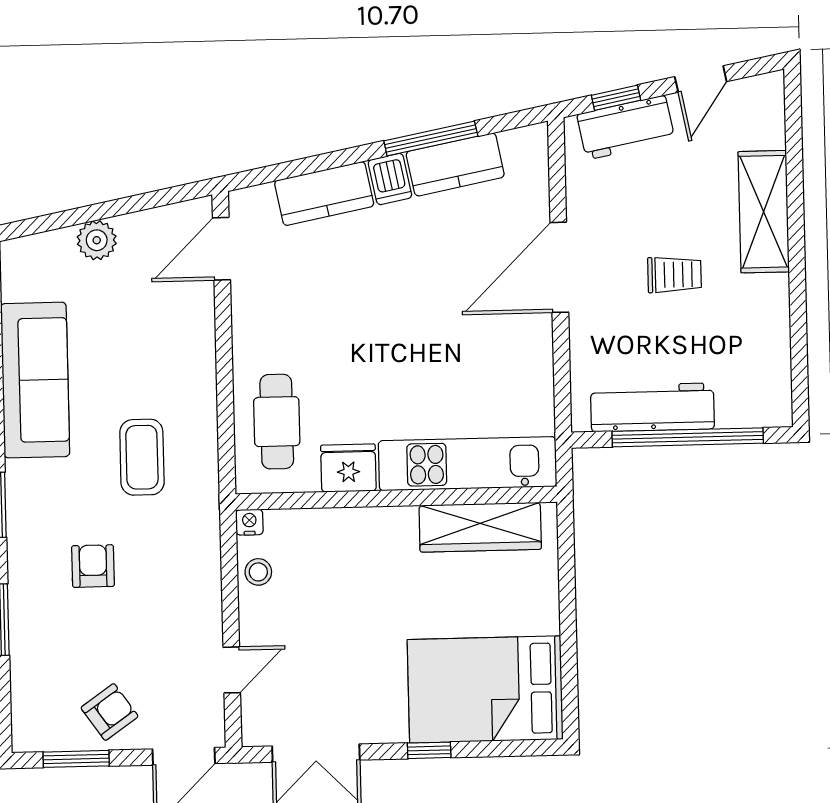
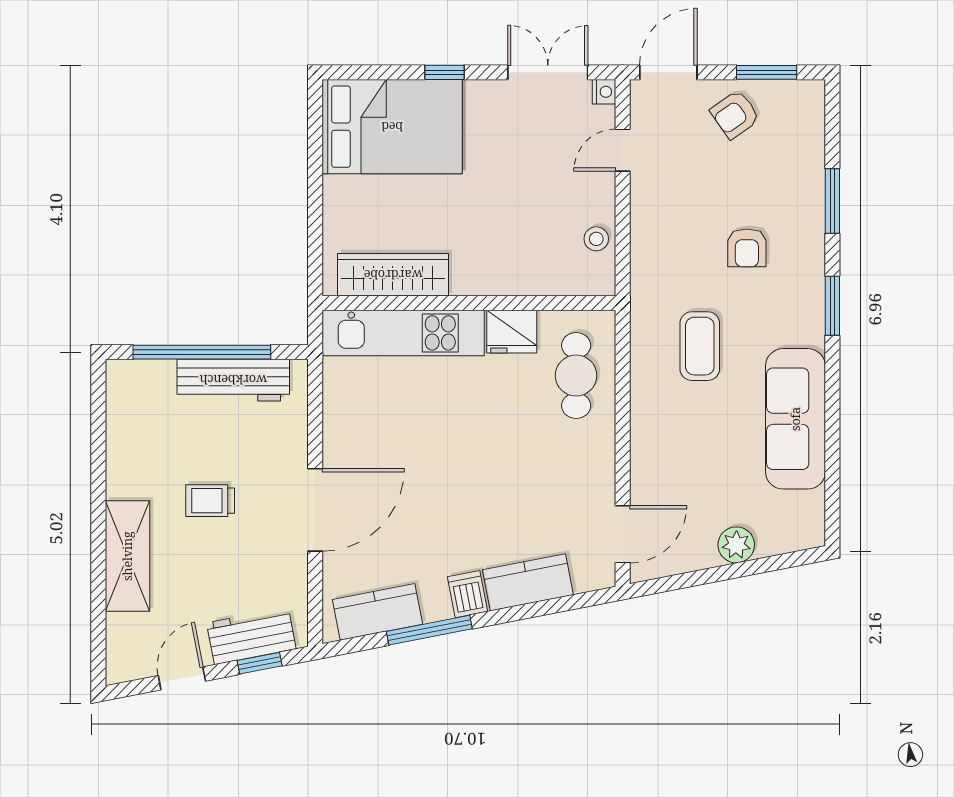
kitchen counter: (455, 164) -> (377, 612), moved
nightstand: (249, 522) -> (604, 92), moved, turned -90

